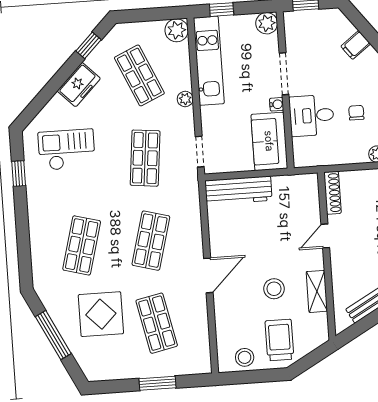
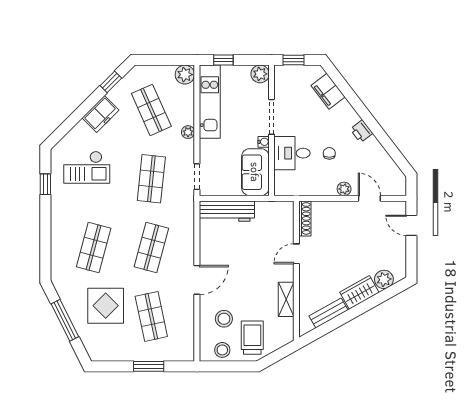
filing cabinet: (356, 45) -> (328, 91), width x2.00
checkout: (67, 150) -> (87, 167), turned 180
stool: (274, 289) -> (224, 319), moved

